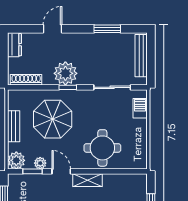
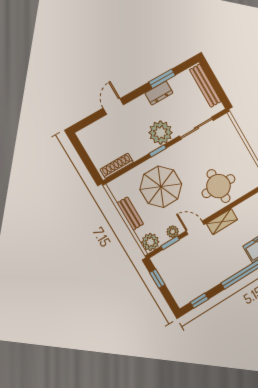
dresser: (14, 45) -> (159, 93), moved, turned 90
plant: (65, 73) -> (161, 133), moved
barbecue: (140, 108) -> (231, 132), removed

